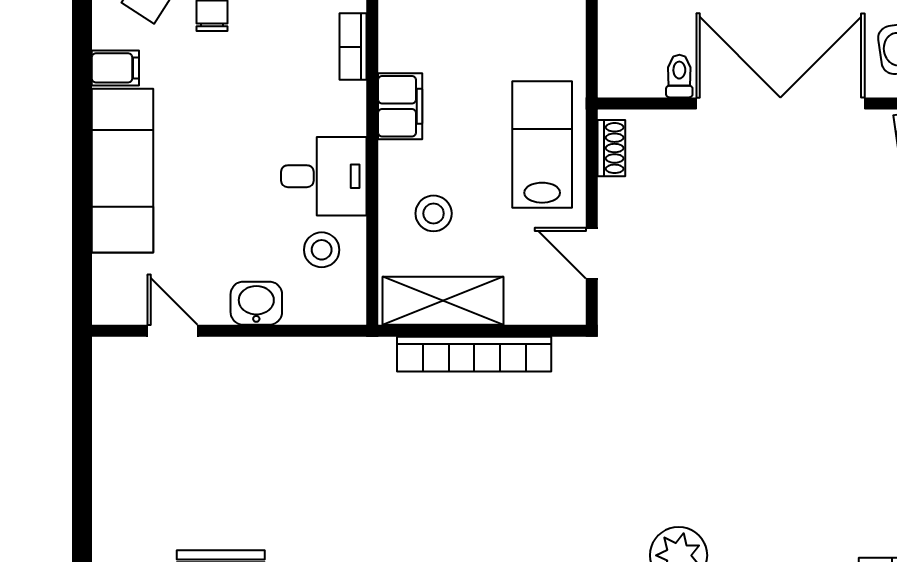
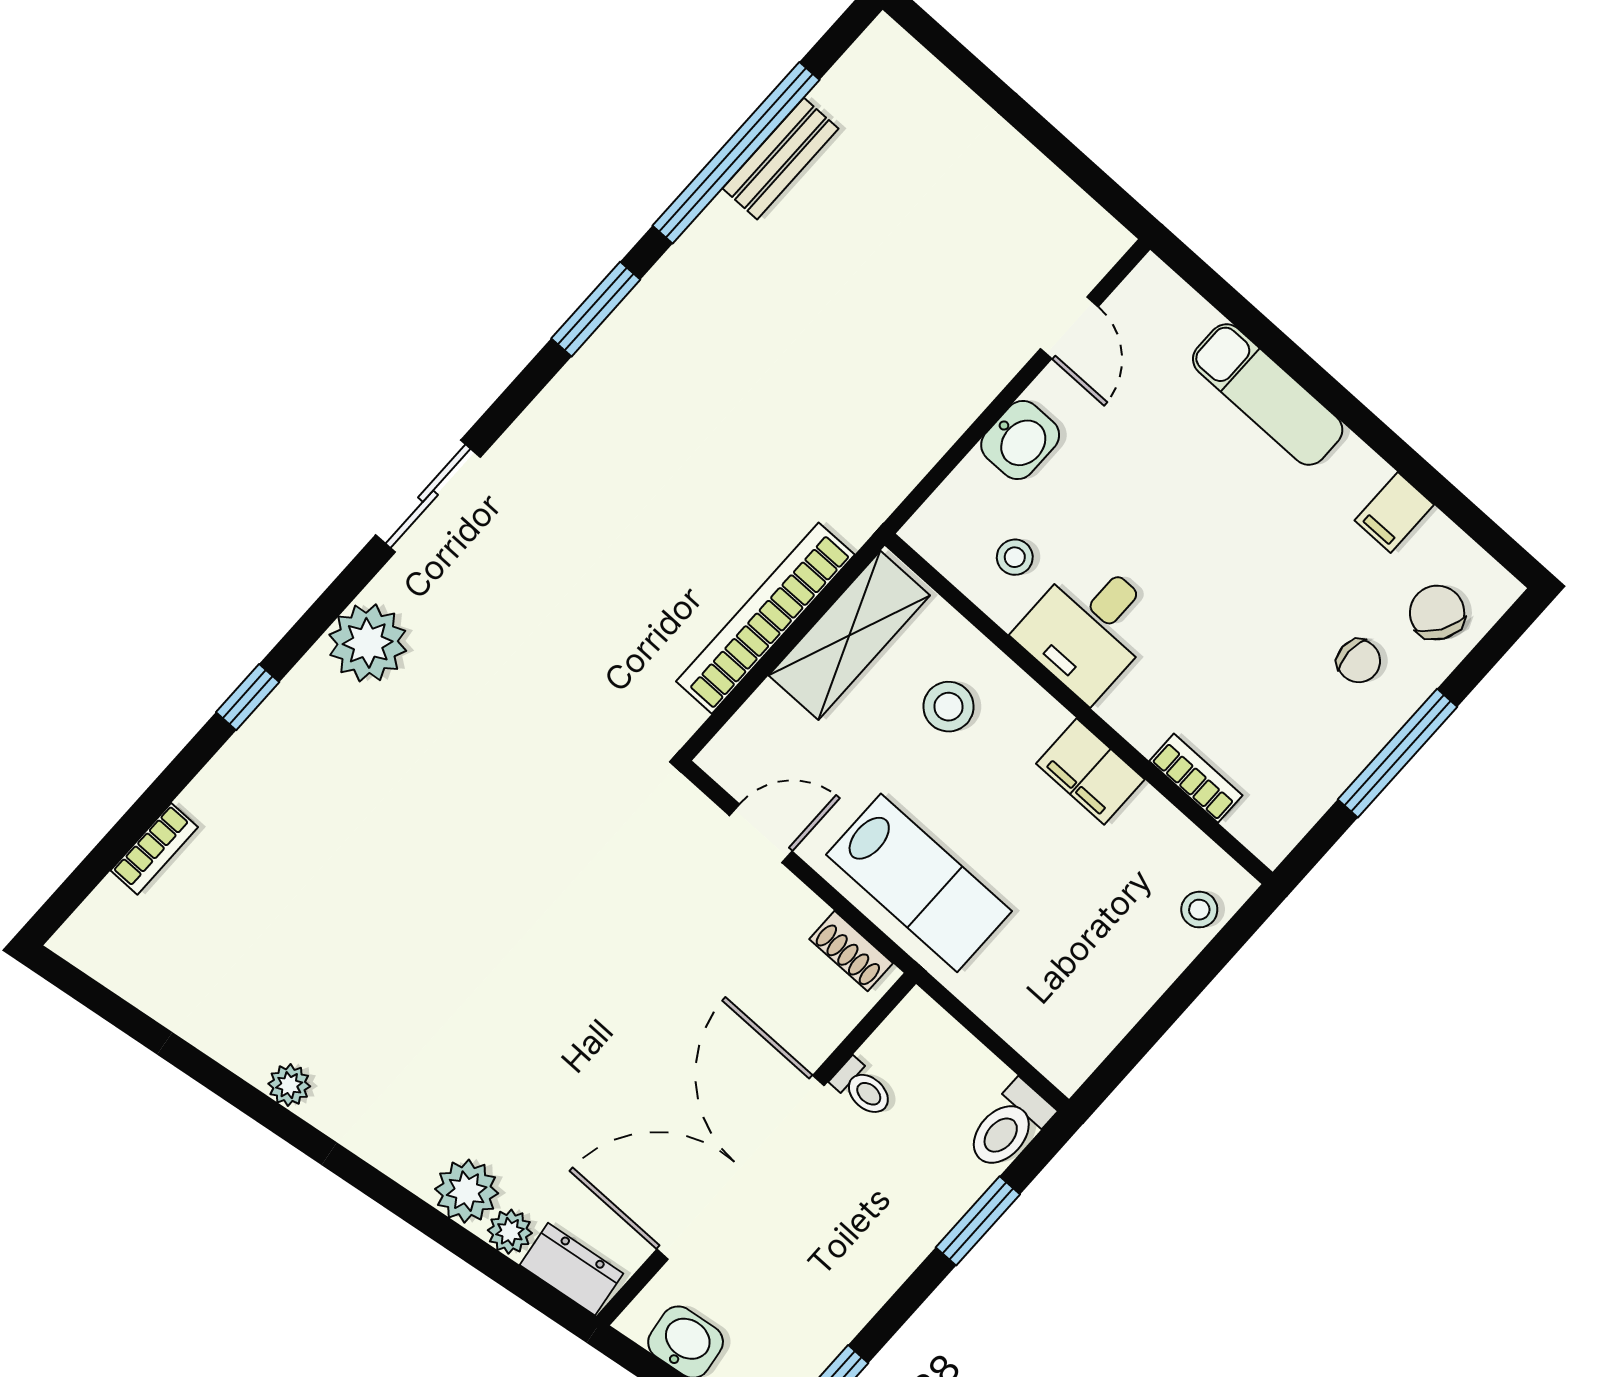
double door: (780, 103) -> (740, 1167), swing flipped
exam couch: (122, 171) -> (1268, 395), width x0.73, depth x0.69
stool: (322, 250) -> (1015, 557), width x0.73, depth x0.73
door: (172, 331) -> (1069, 328), hinge flipped

